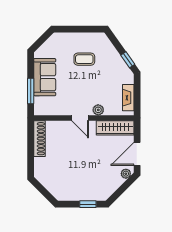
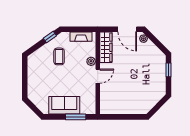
coffee table: (84, 59) -> (59, 56), moved
shoe rack: (39, 139) -> (115, 110), removed

